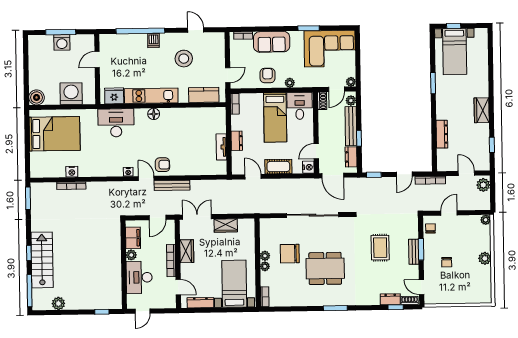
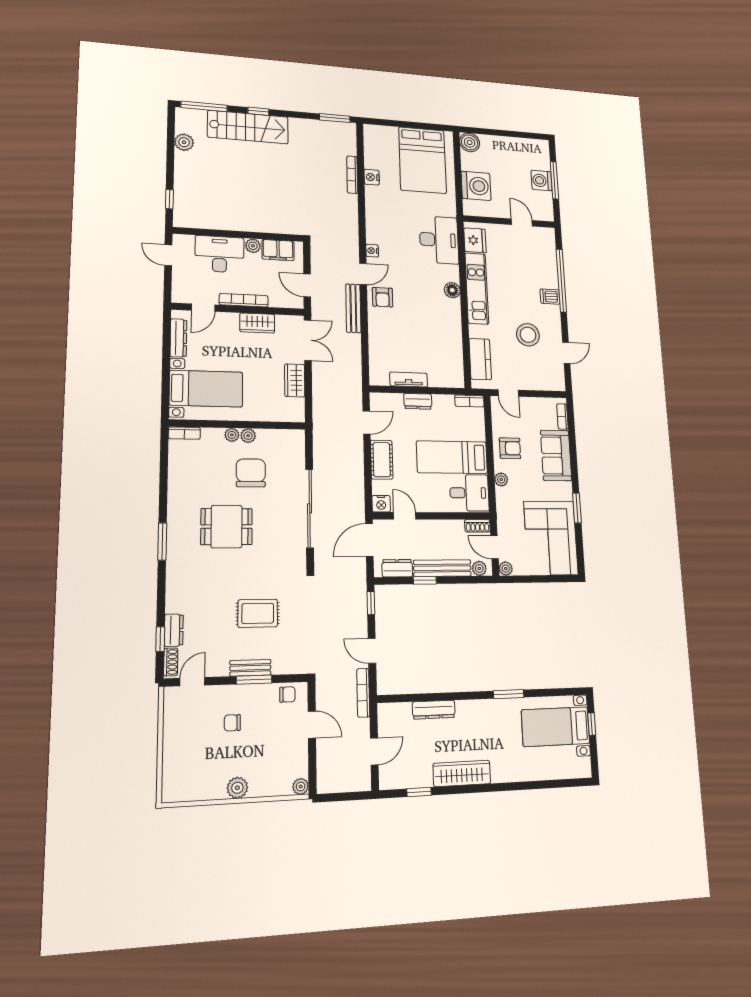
wardrobe: (482, 110) -> (462, 773), width x1.50
plant: (483, 185) -> (356, 780), removed
dining table: (325, 268) -> (227, 527), width x0.73

